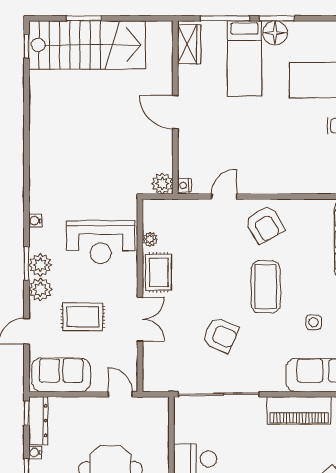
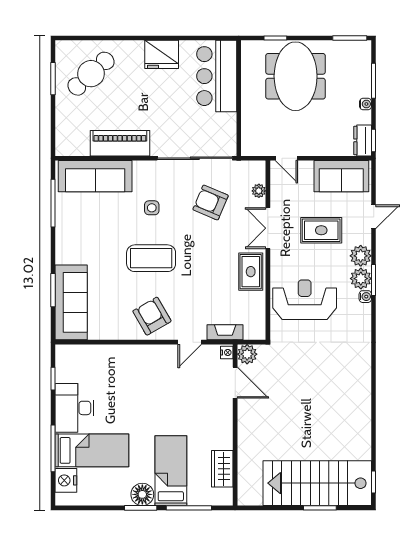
wardrobe: (189, 44) -> (222, 469), moved
door: (175, 112) -> (235, 383), moved
fireplace: (186, 207) -> (225, 332), added
water cooler: (35, 221) -> (365, 297), moved
plant: (150, 239) -> (259, 191), moved
coffee table: (266, 287) -> (151, 258), turned 90
side table: (313, 322) -> (152, 208), moved
armchair: (220, 335) -> (211, 202), moved
dresser: (38, 421) -> (363, 140), width x0.70

